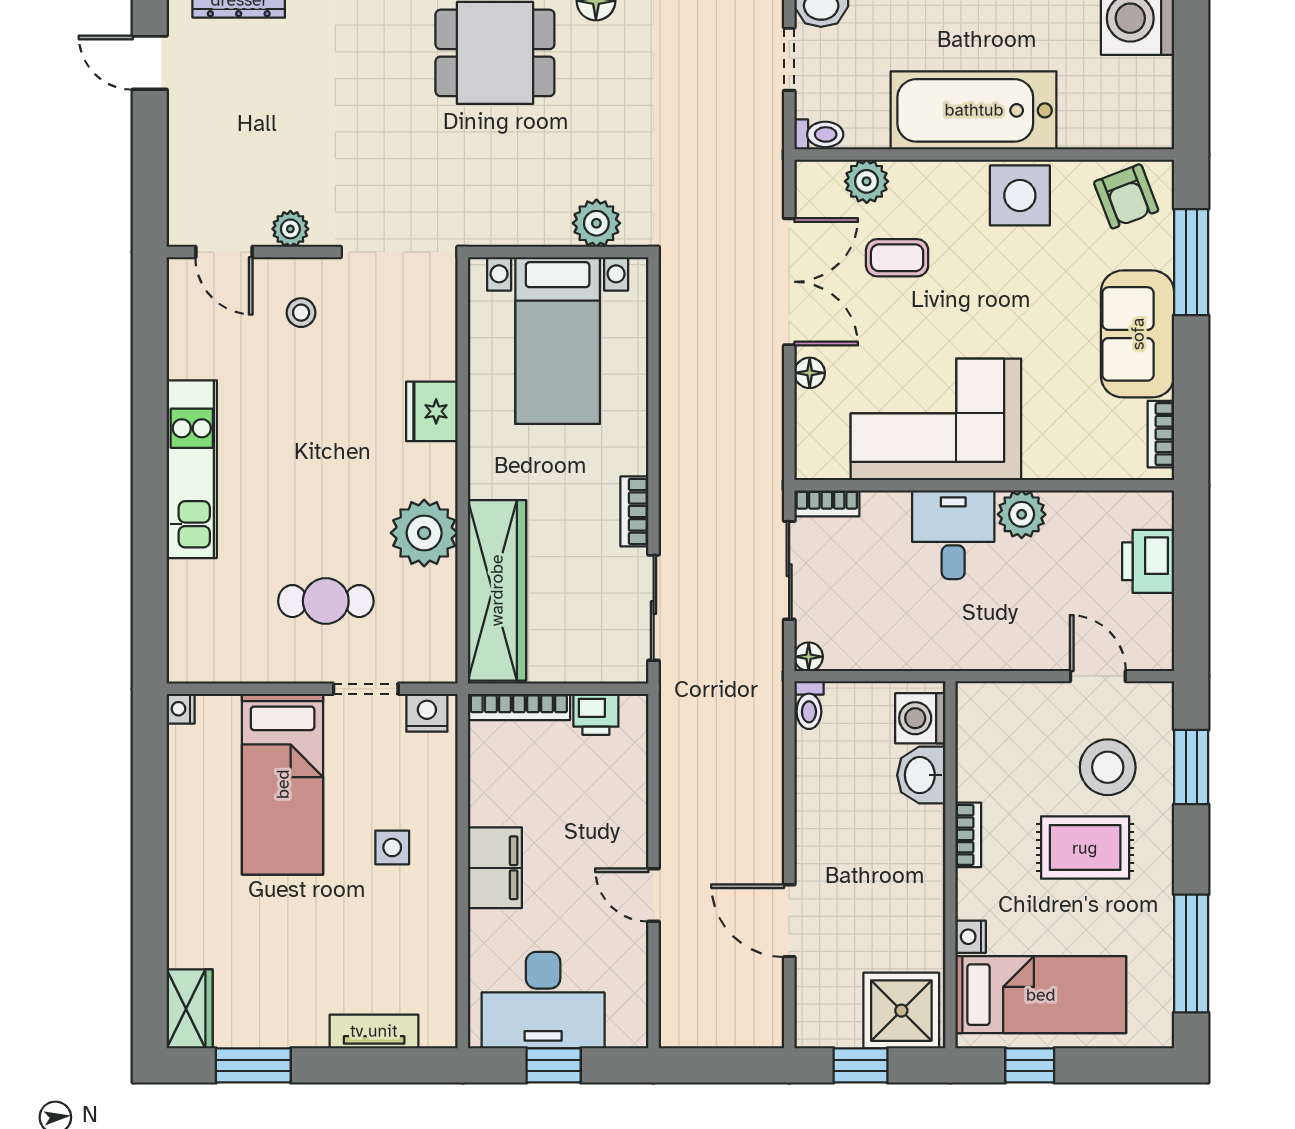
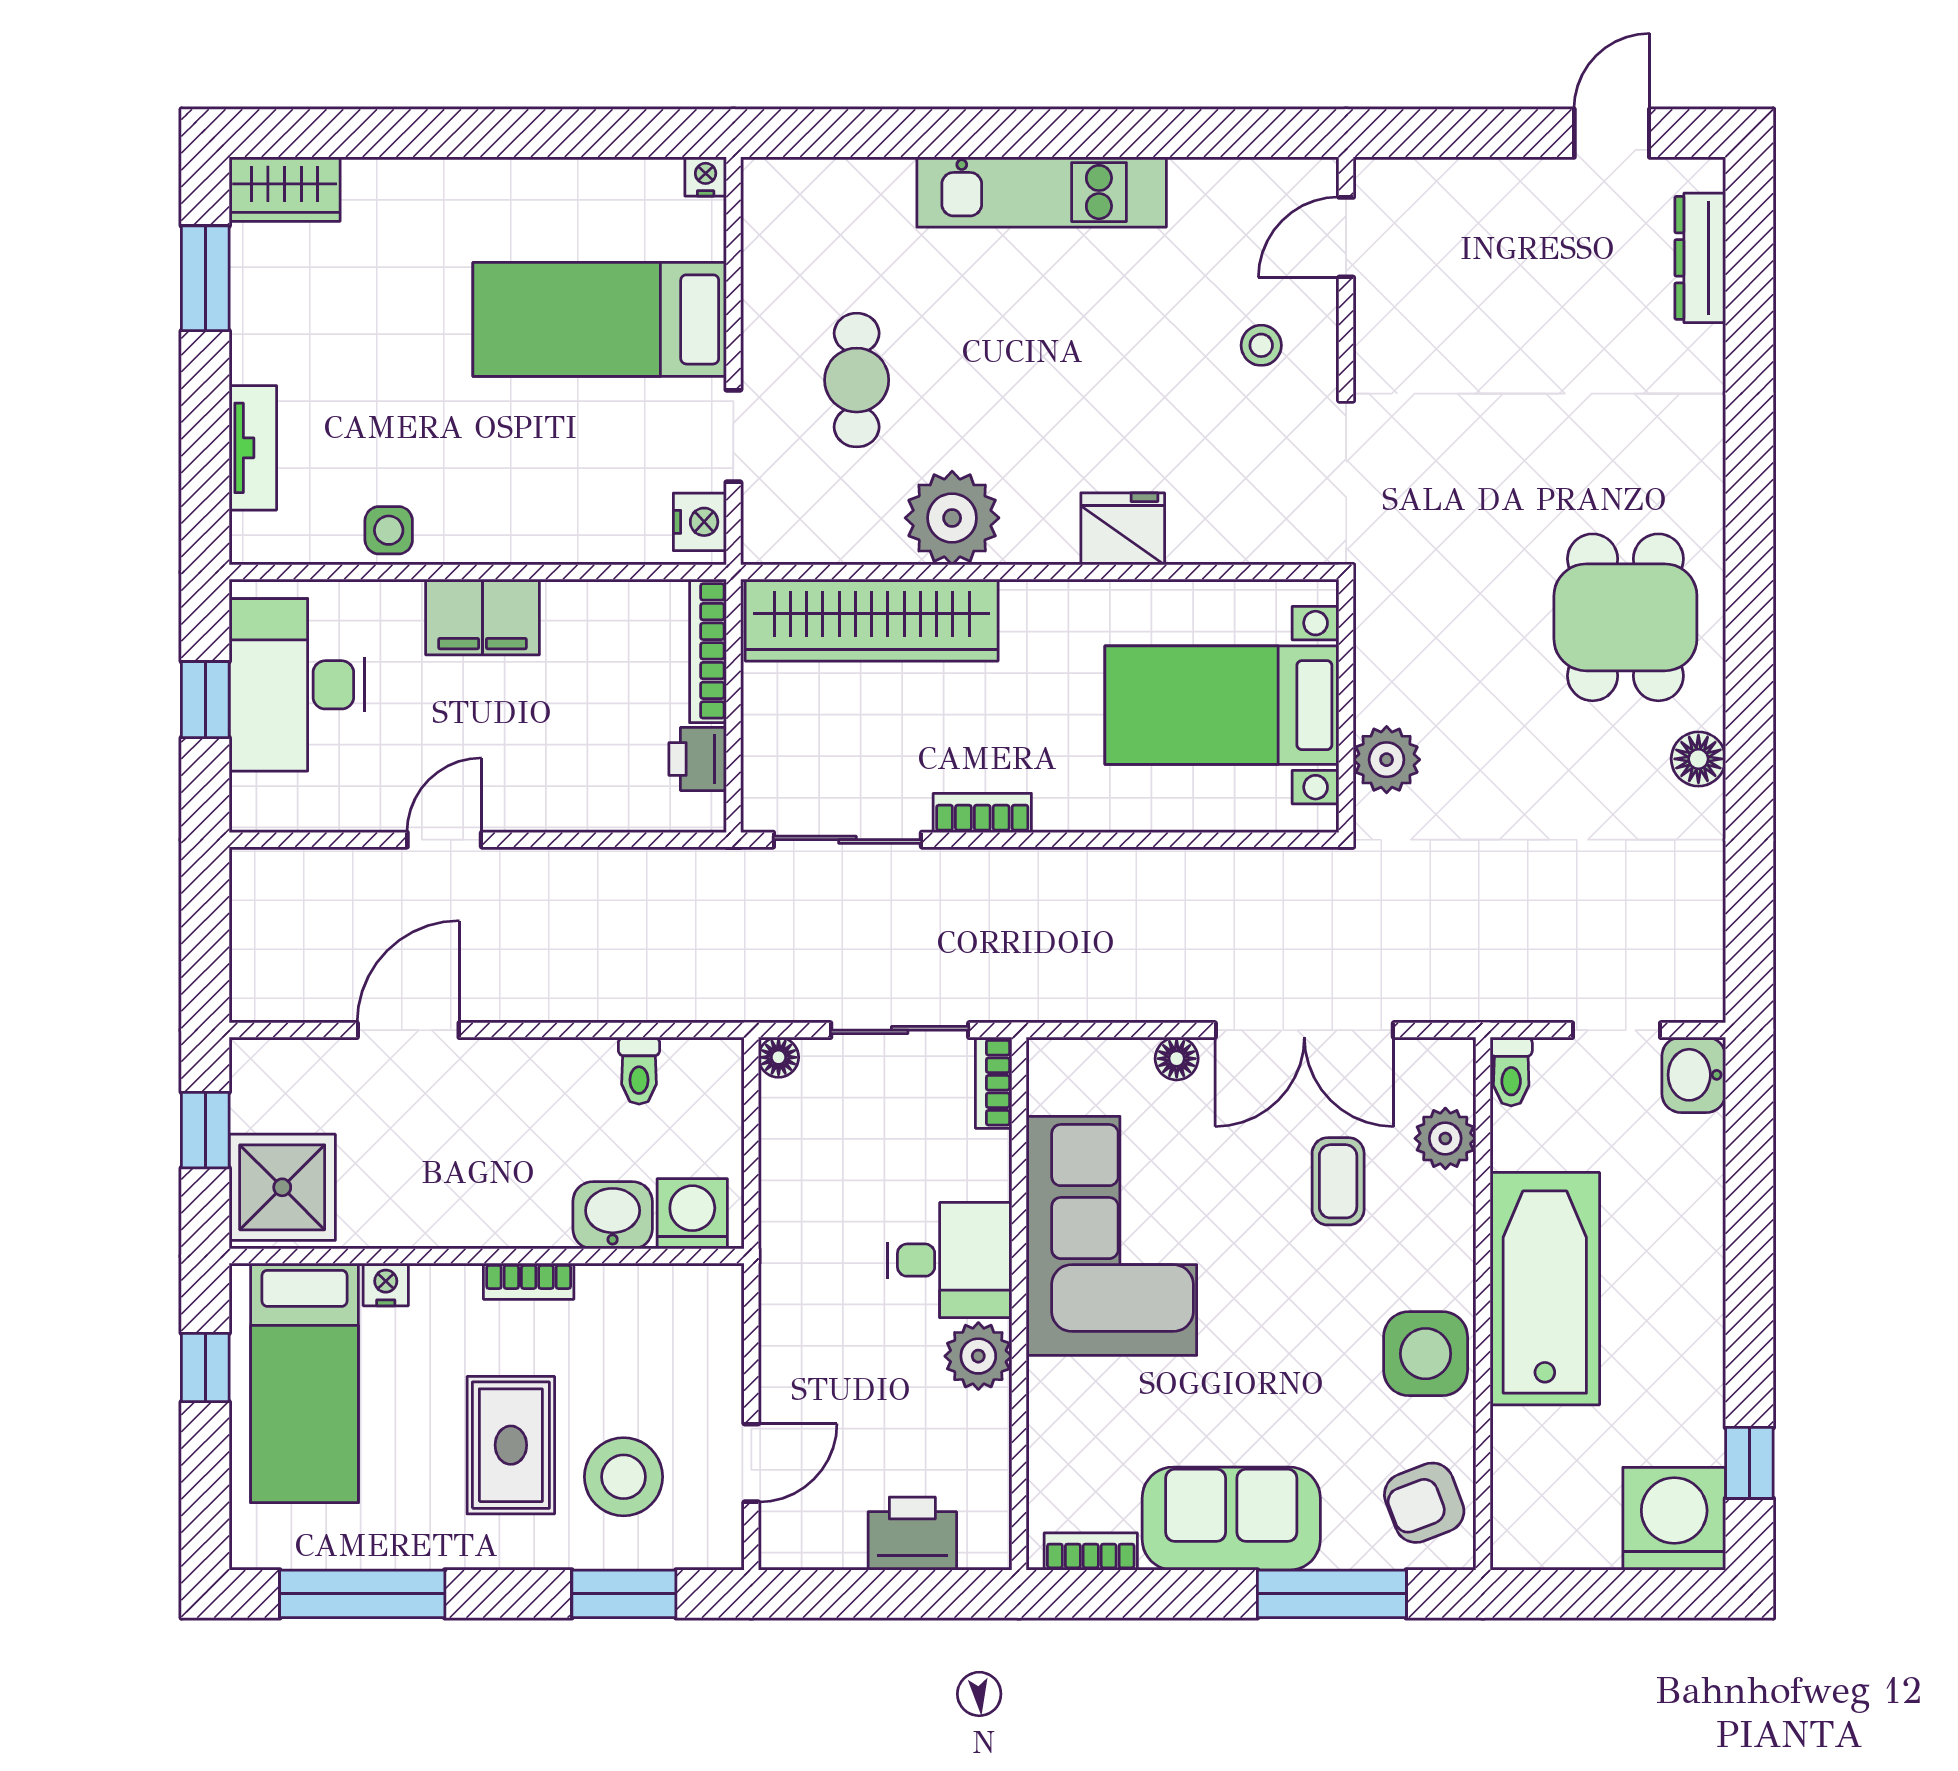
plant: (290, 229) -> (1379, 330), removed
toilet: (809, 705) -> (639, 1071), moved, turned -90
side table: (392, 847) -> (389, 530), moved

